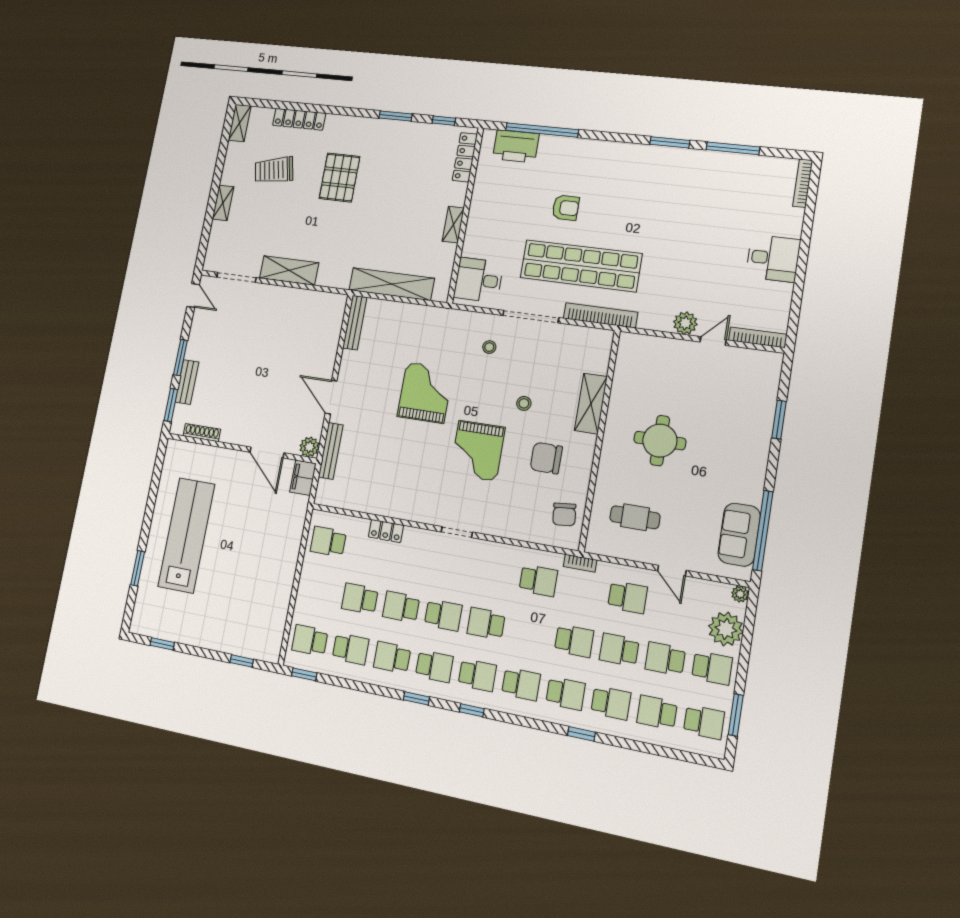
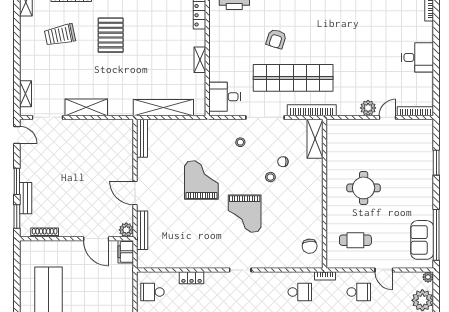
shelving: (223, 203) -> (25, 94), moved
armchair: (566, 208) -> (276, 39), turned 108
shelving: (591, 404) -> (315, 139), moved
chair: (546, 458) -> (283, 162), moved, width x0.54, depth x0.54

